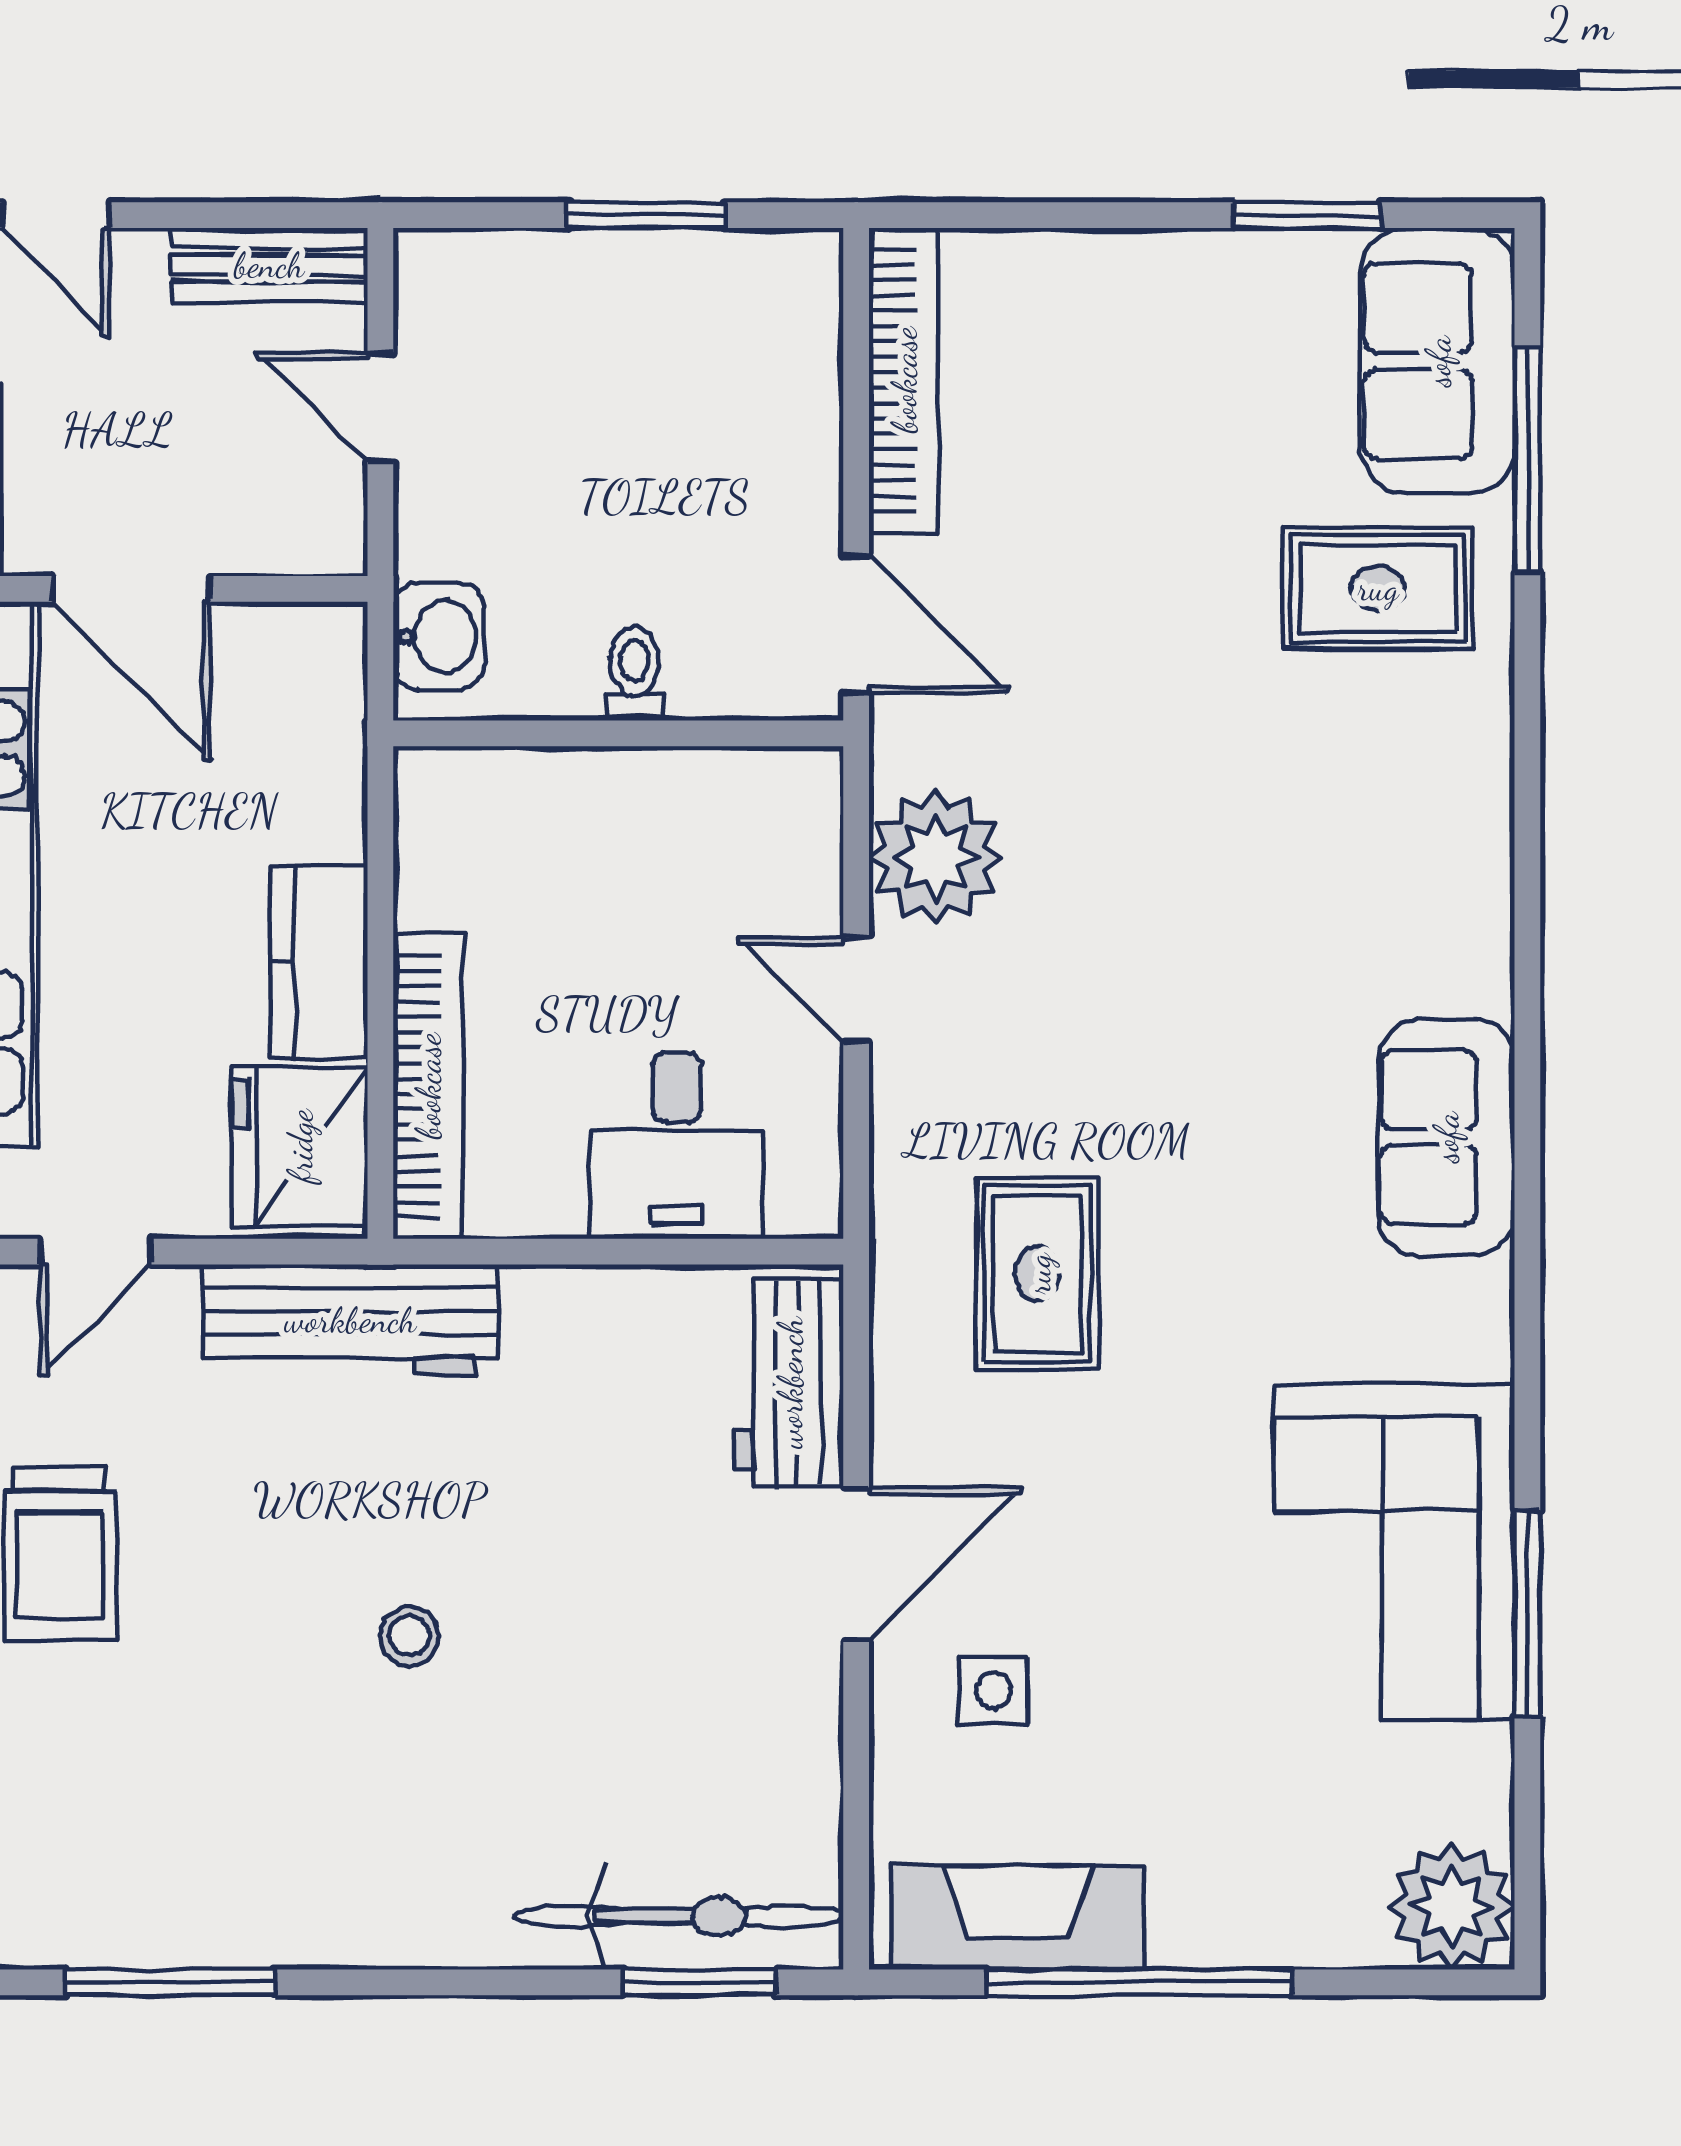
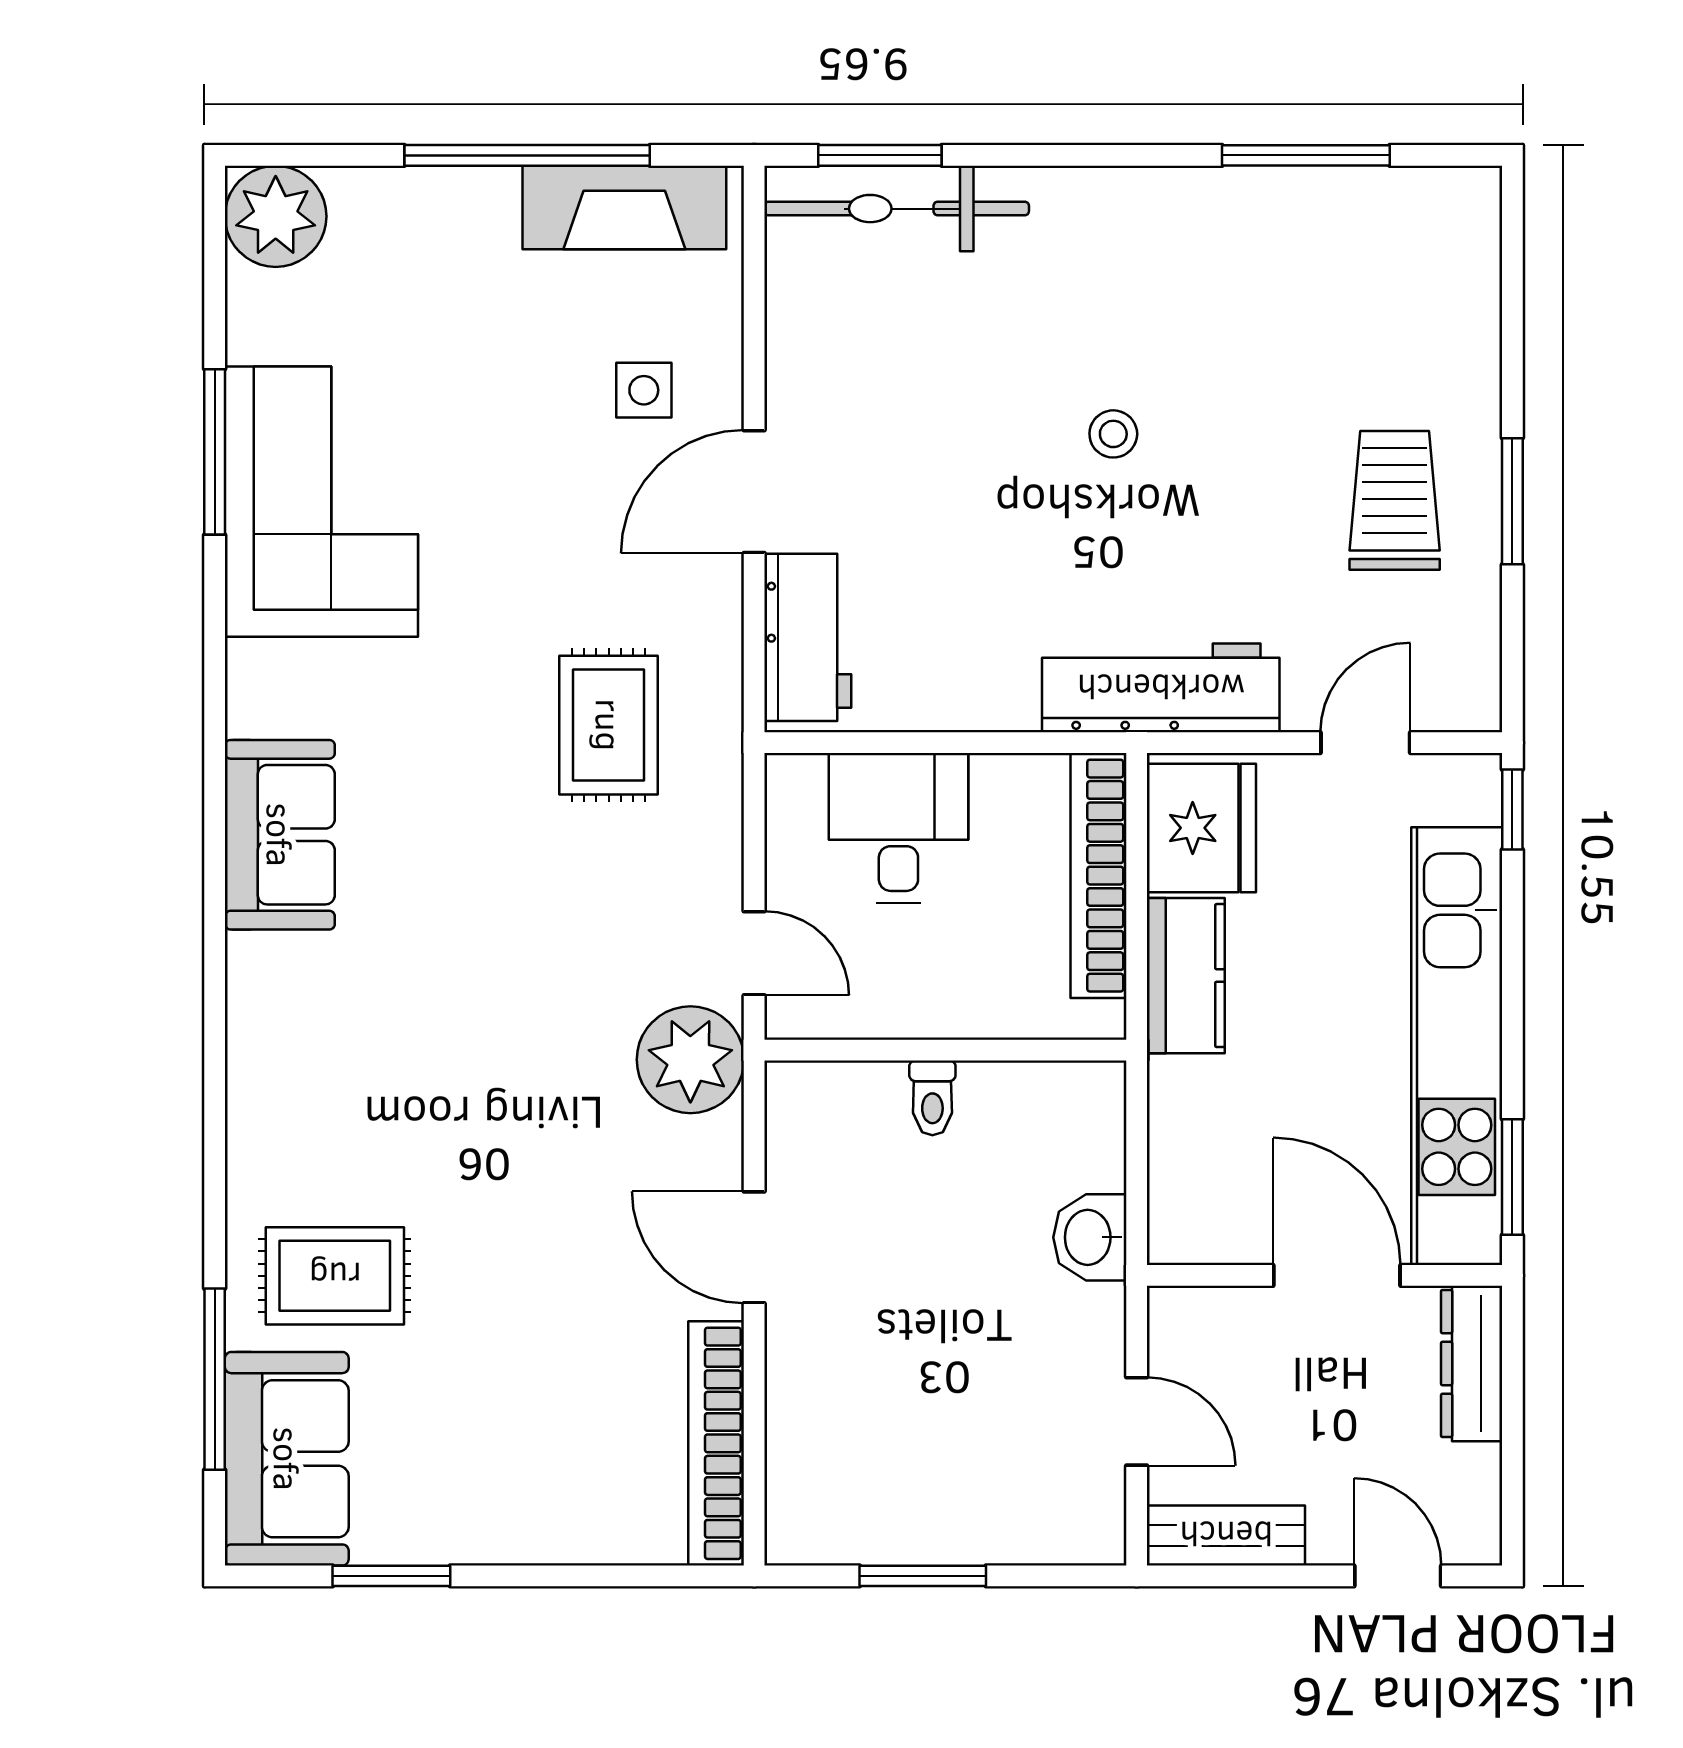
toilet: (635, 674) -> (932, 1098), moved
wall: (618, 733) -> (945, 1050), moved

